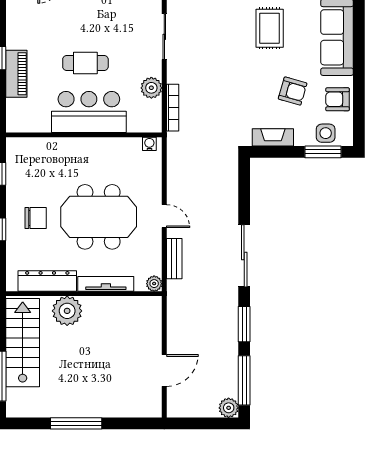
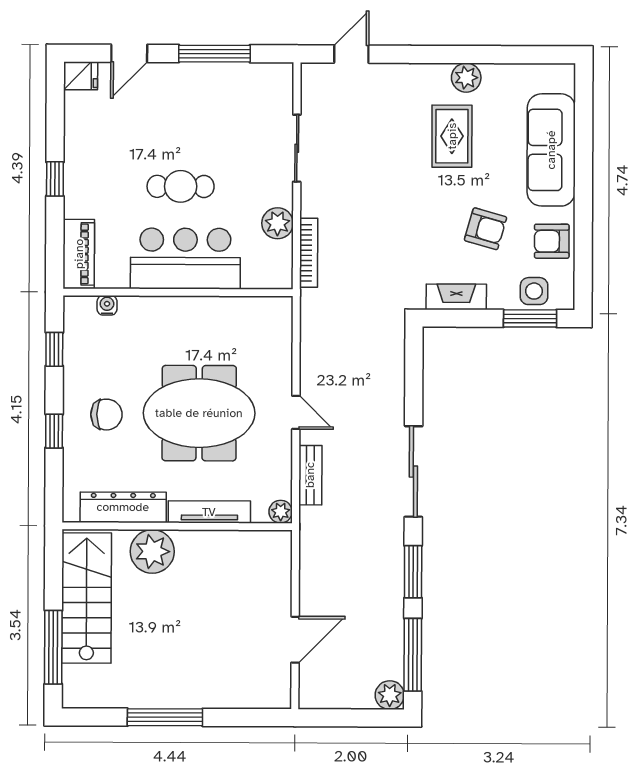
piano: (16, 74) -> (79, 254), moved
water cooler: (149, 144) -> (107, 305), moved

